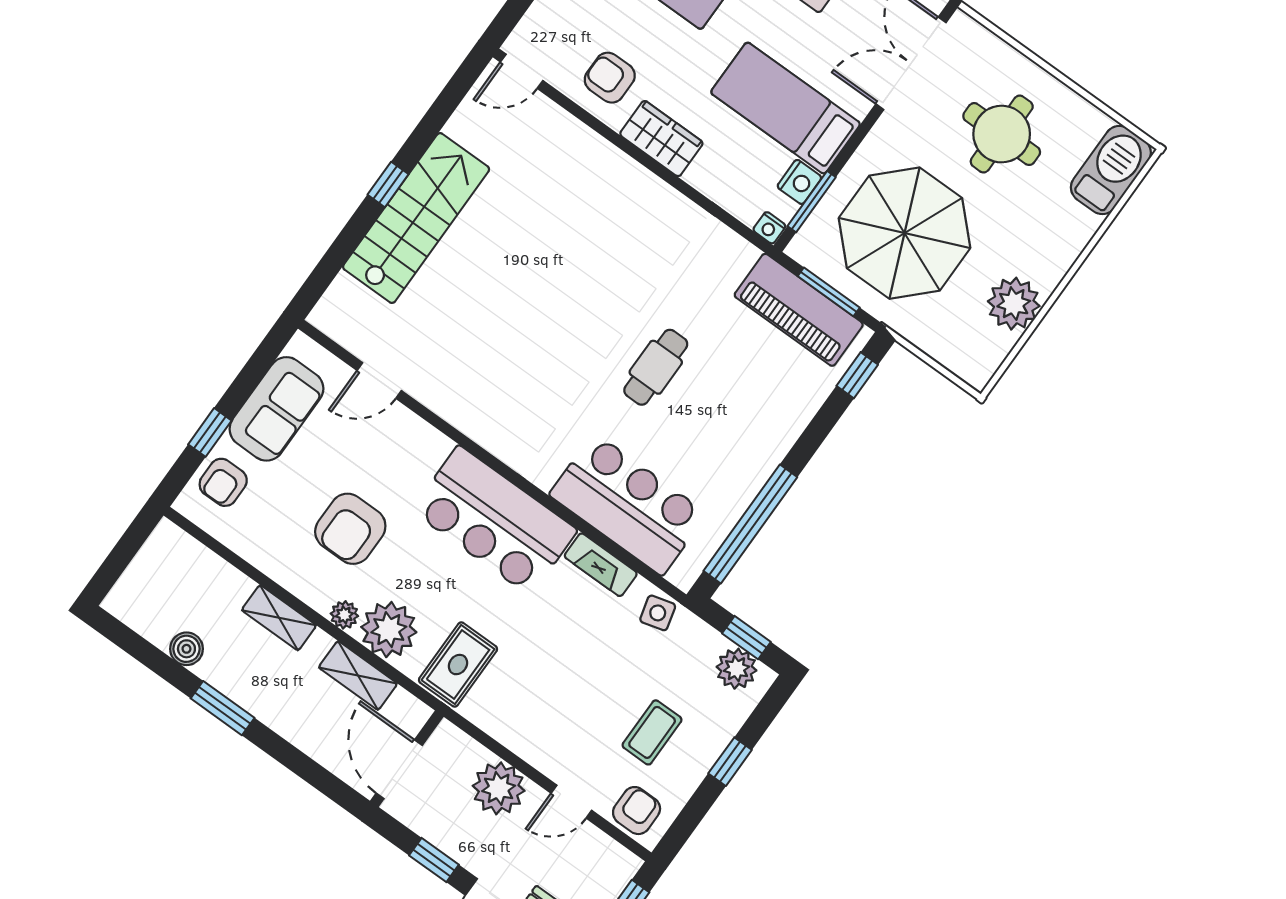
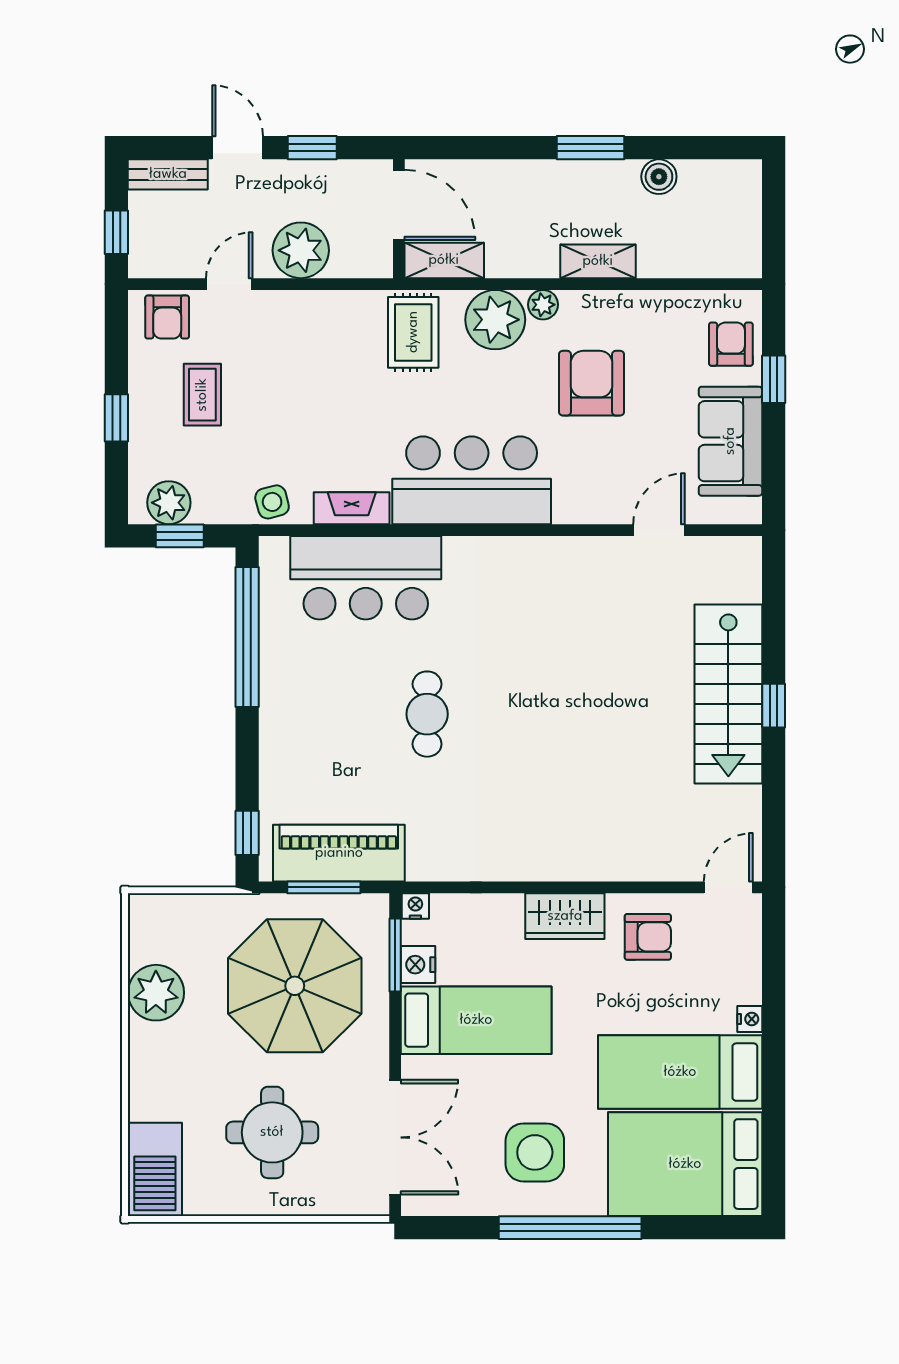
shelving: (358, 676) -> (444, 260), moved

